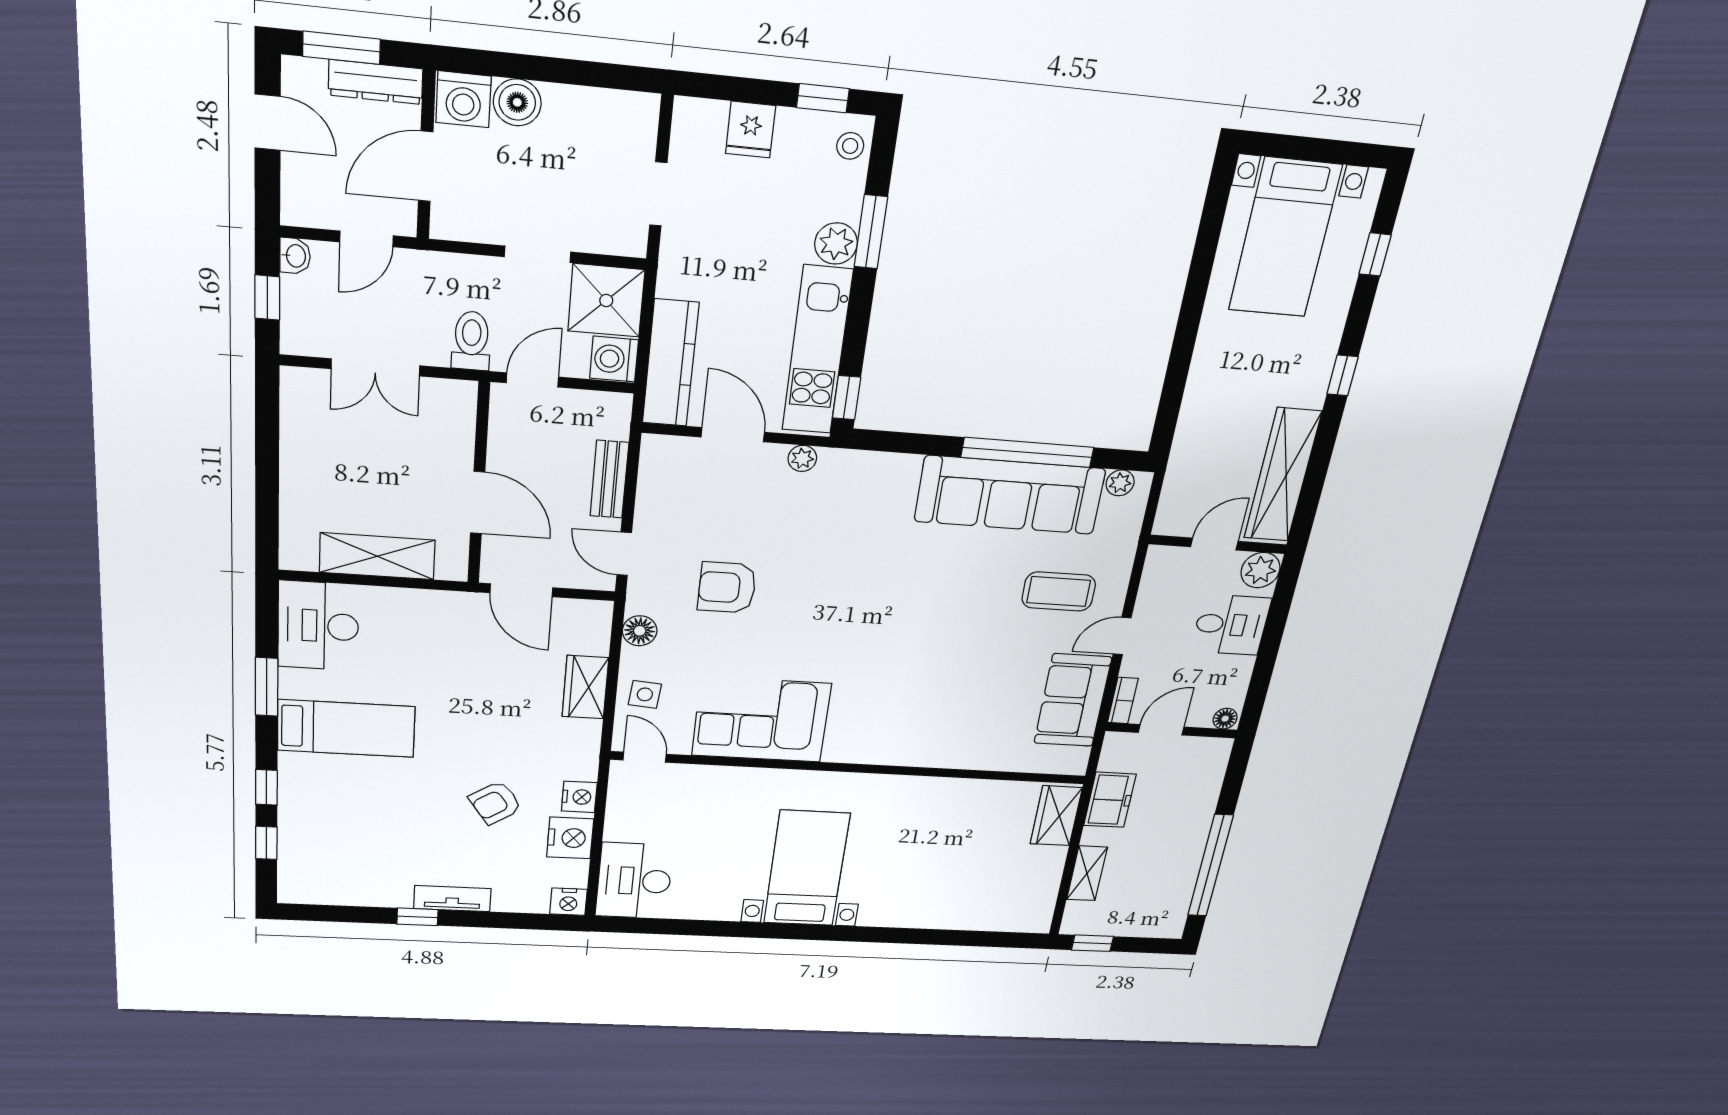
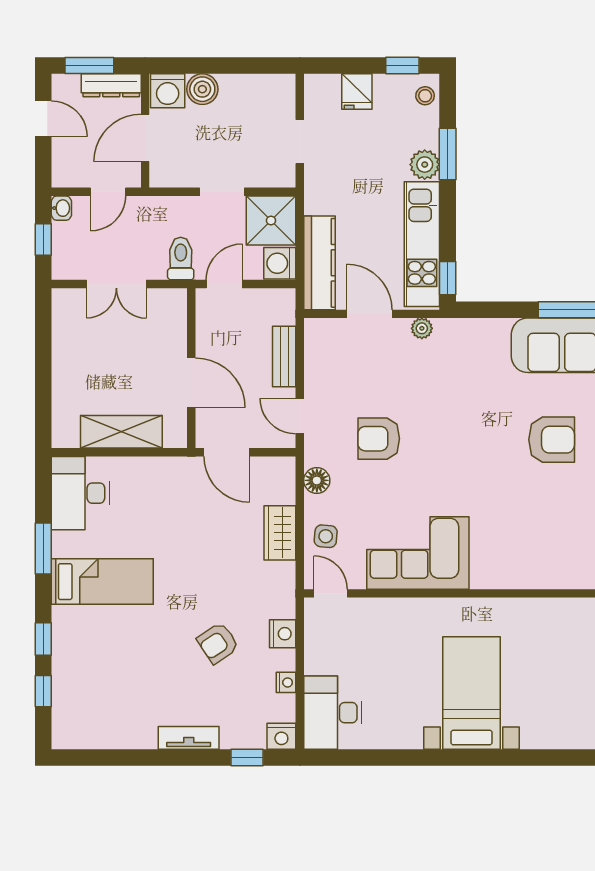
armchair: (952, 603) -> (552, 440), added
nightstand: (570, 838) -> (286, 682), width x0.53, depth x0.56
window: (417, 917) -> (247, 758), moved

